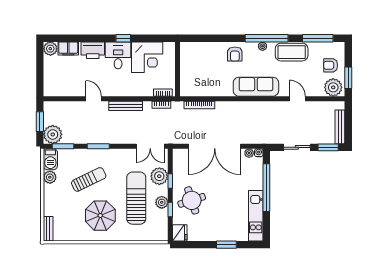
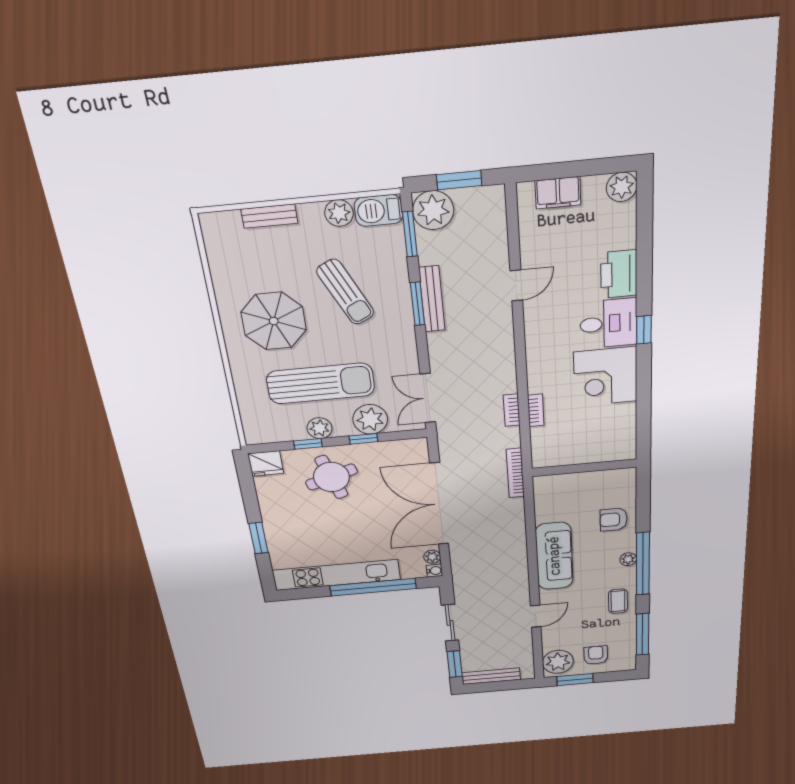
filing cabinet: (68, 49) -> (558, 193), moved, turned -90
coffee table: (292, 52) -> (618, 601), width x0.54, depth x0.58
wall: (177, 69) -> (584, 468), moved
bench: (126, 106) -> (432, 299), moved
kitchen unit: (256, 216) -> (337, 575), width x1.36
bench: (48, 229) -> (269, 216), moved

